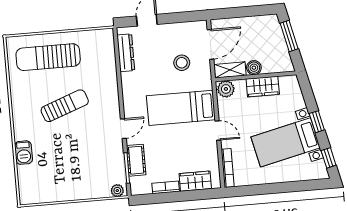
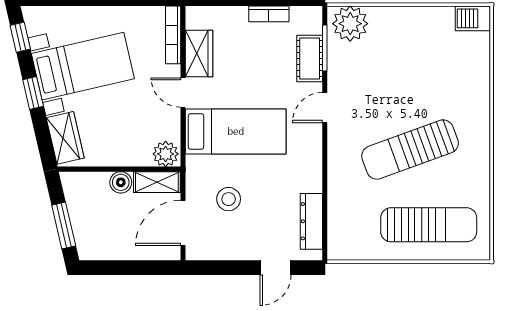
wardrobe: (263, 87) -> (65, 138), moved, turned 77
sun lounger: (65, 106) -> (410, 150), width x1.36, depth x1.34
barbecue: (24, 153) -> (473, 18), moved, turned -90
wardrobe: (195, 181) -> (199, 54), moved, turned -90
plant: (117, 191) -> (350, 24), width x1.88, depth x1.88

